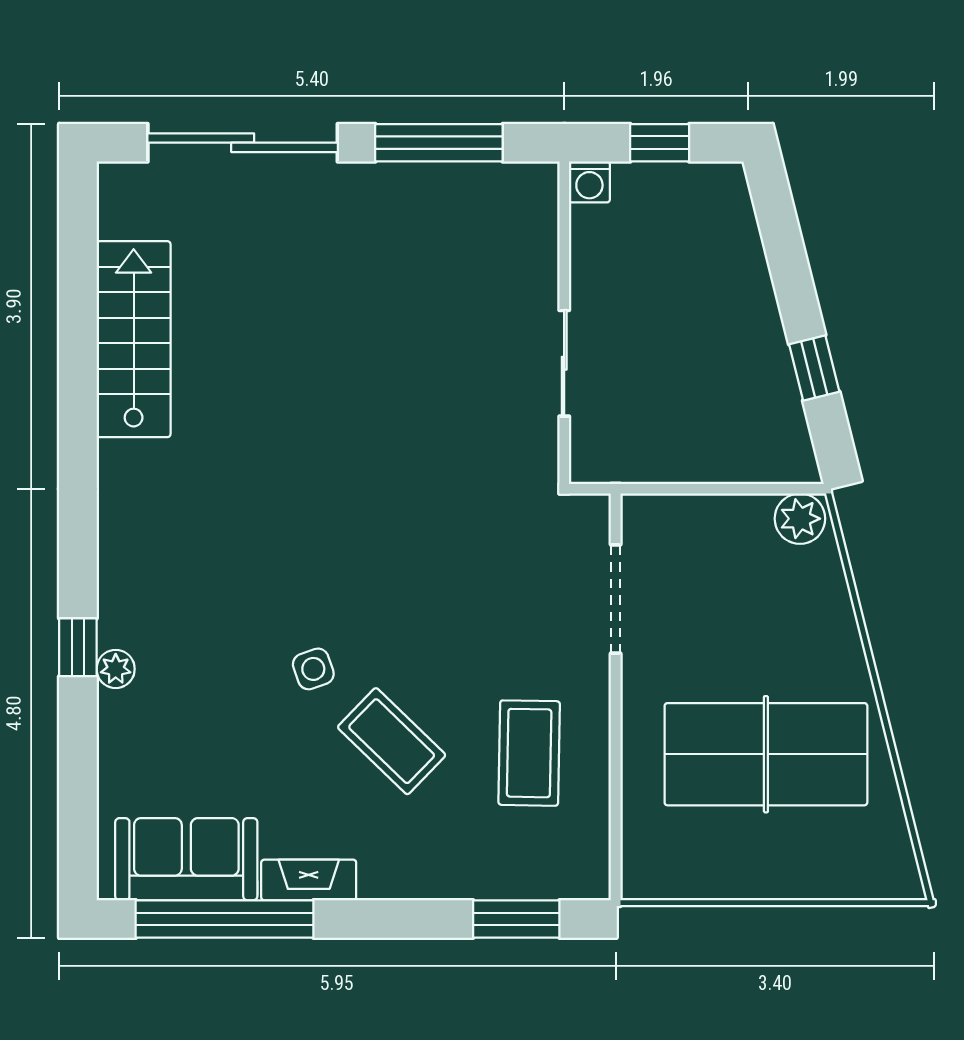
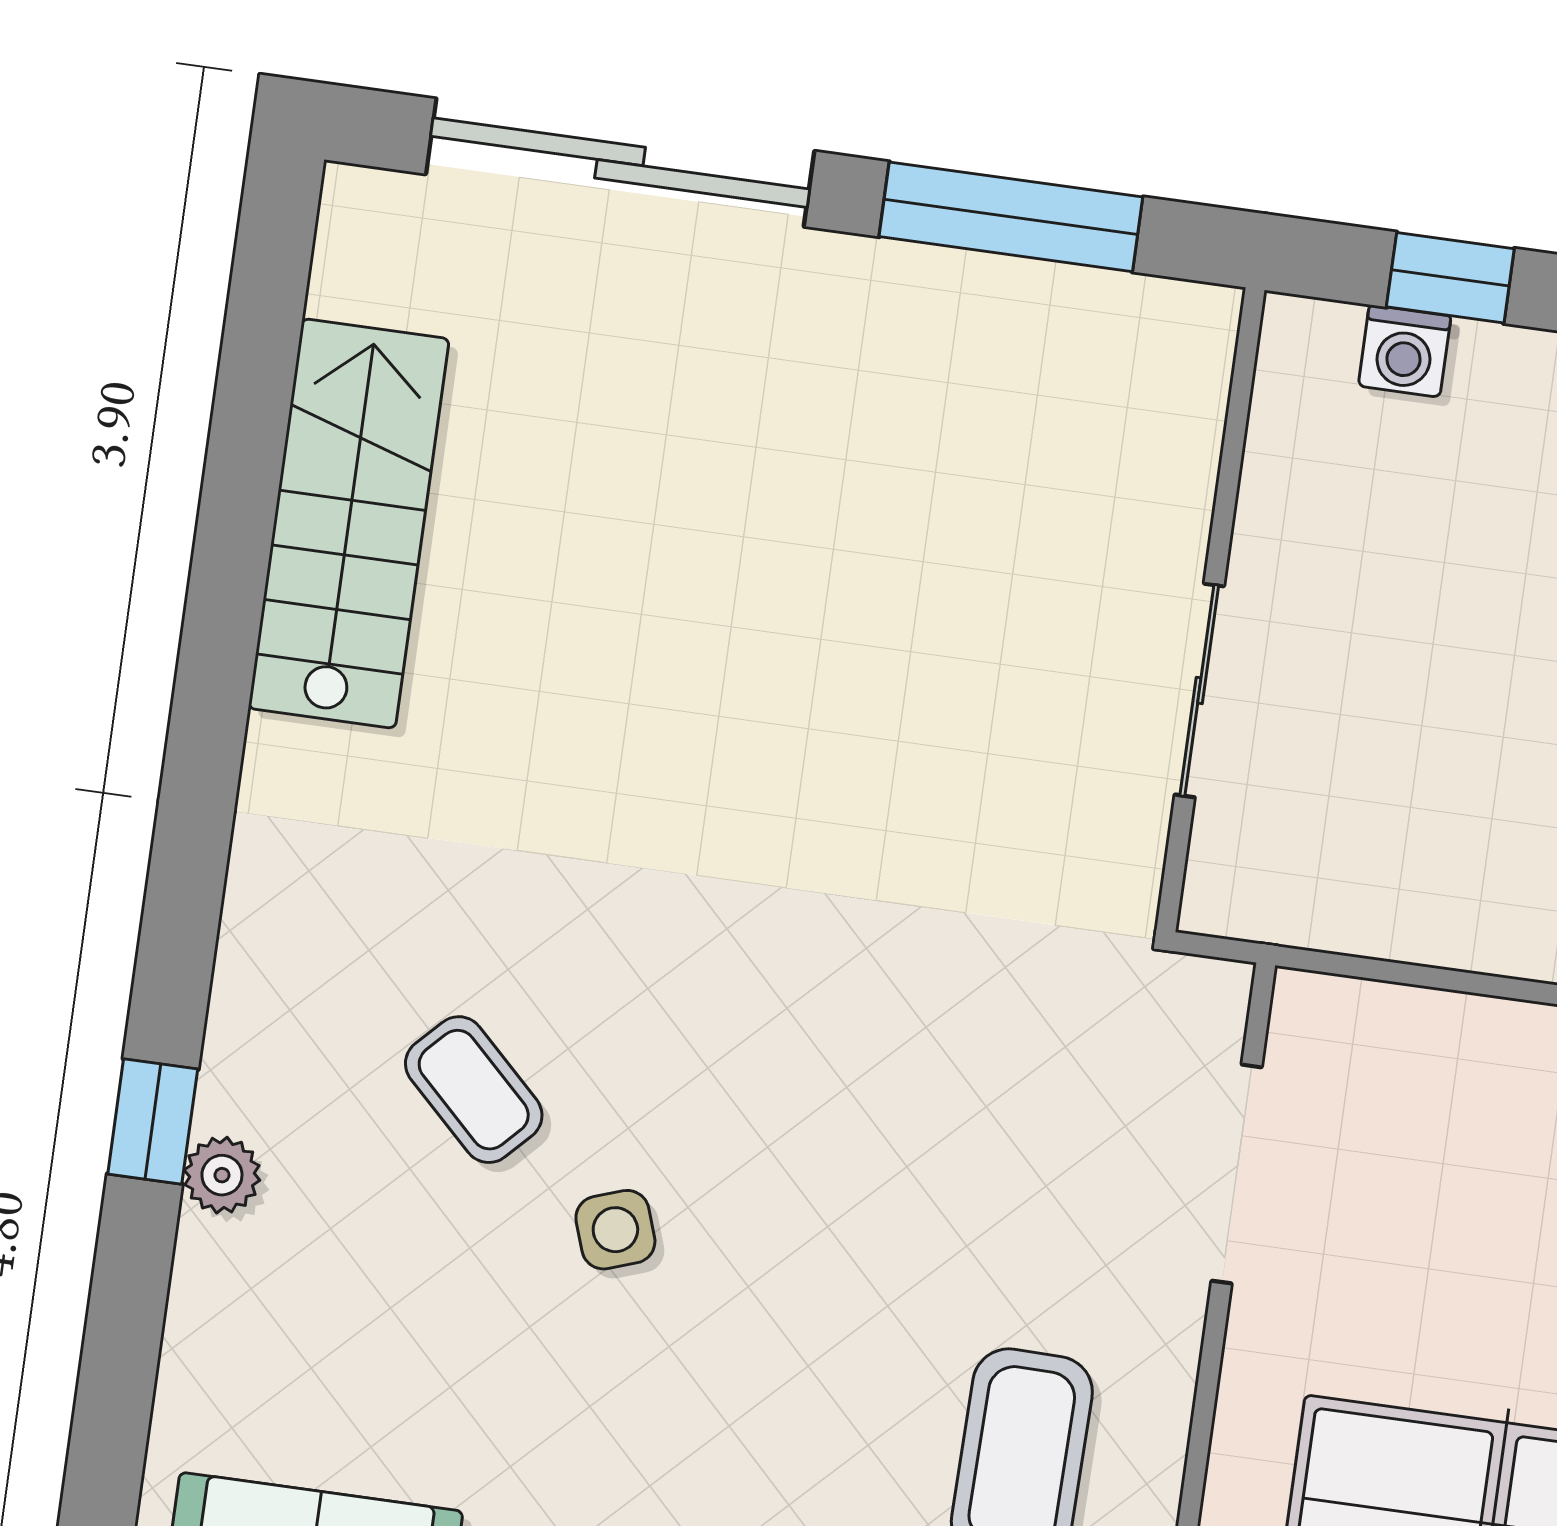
washing machine: (589, 182) -> (1405, 351), moved
coffee table: (392, 741) -> (474, 1090), moved, width x0.73, depth x0.77

